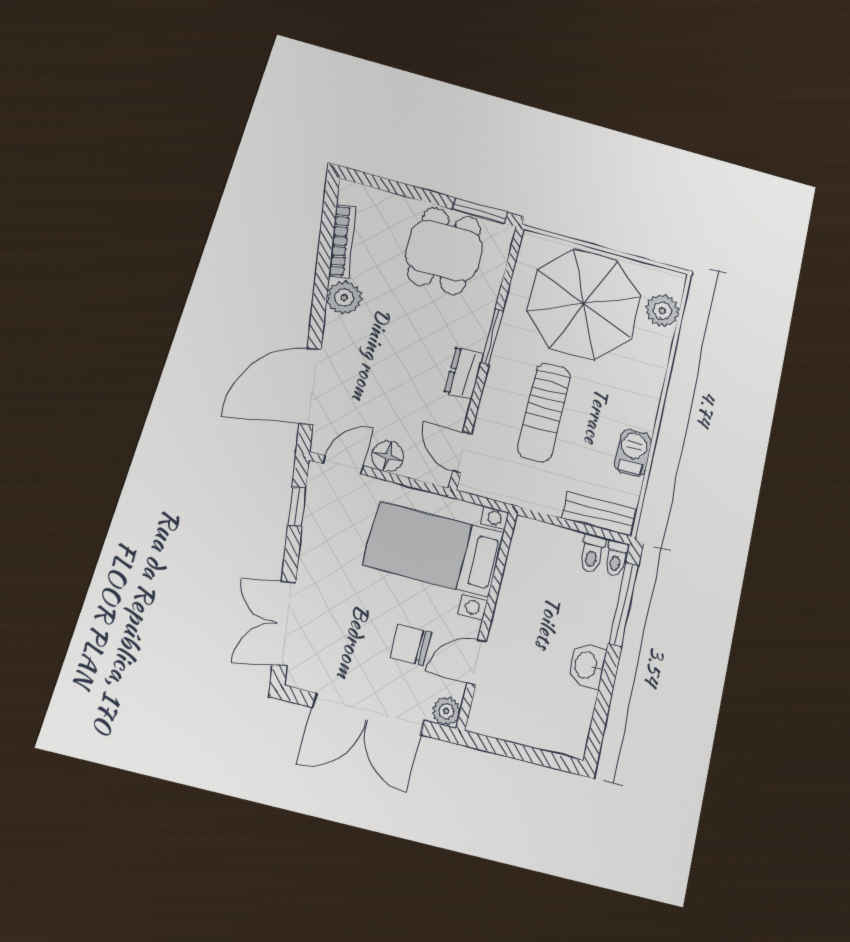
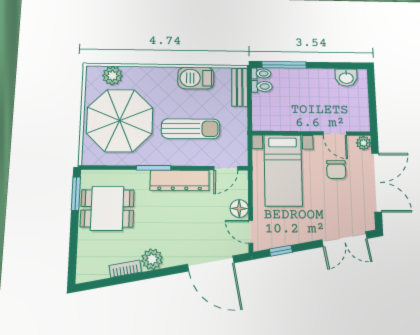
bookcase: (342, 241) -> (125, 269), width x0.64
dresser: (464, 373) -> (180, 180), width x1.96, depth x1.24
barbecue: (633, 453) -> (196, 78), width x1.38, depth x1.27
washbasin: (587, 665) -> (346, 78), moved

